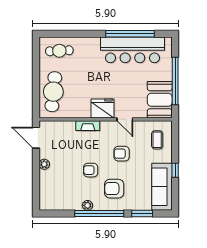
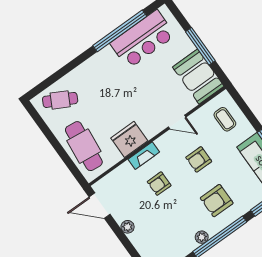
bar counter: (132, 50) -> (143, 39), width x0.73
cafe table: (59, 51) -> (60, 100), turned 31
window: (175, 81) -> (200, 46), width x0.68
fridge: (103, 108) -> (129, 139), moved
armchair: (91, 170) -> (159, 184), moved

